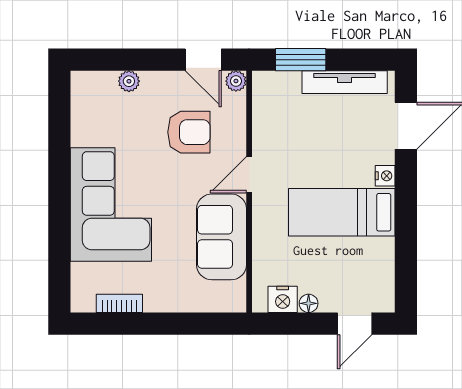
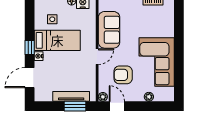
tv unit: (345, 82) -> (71, 96), moved
window: (406, 196) -> (30, 47), added
corner sofa: (111, 204) -> (157, 62), moved
side table: (353, 261) -> (52, 19), added

